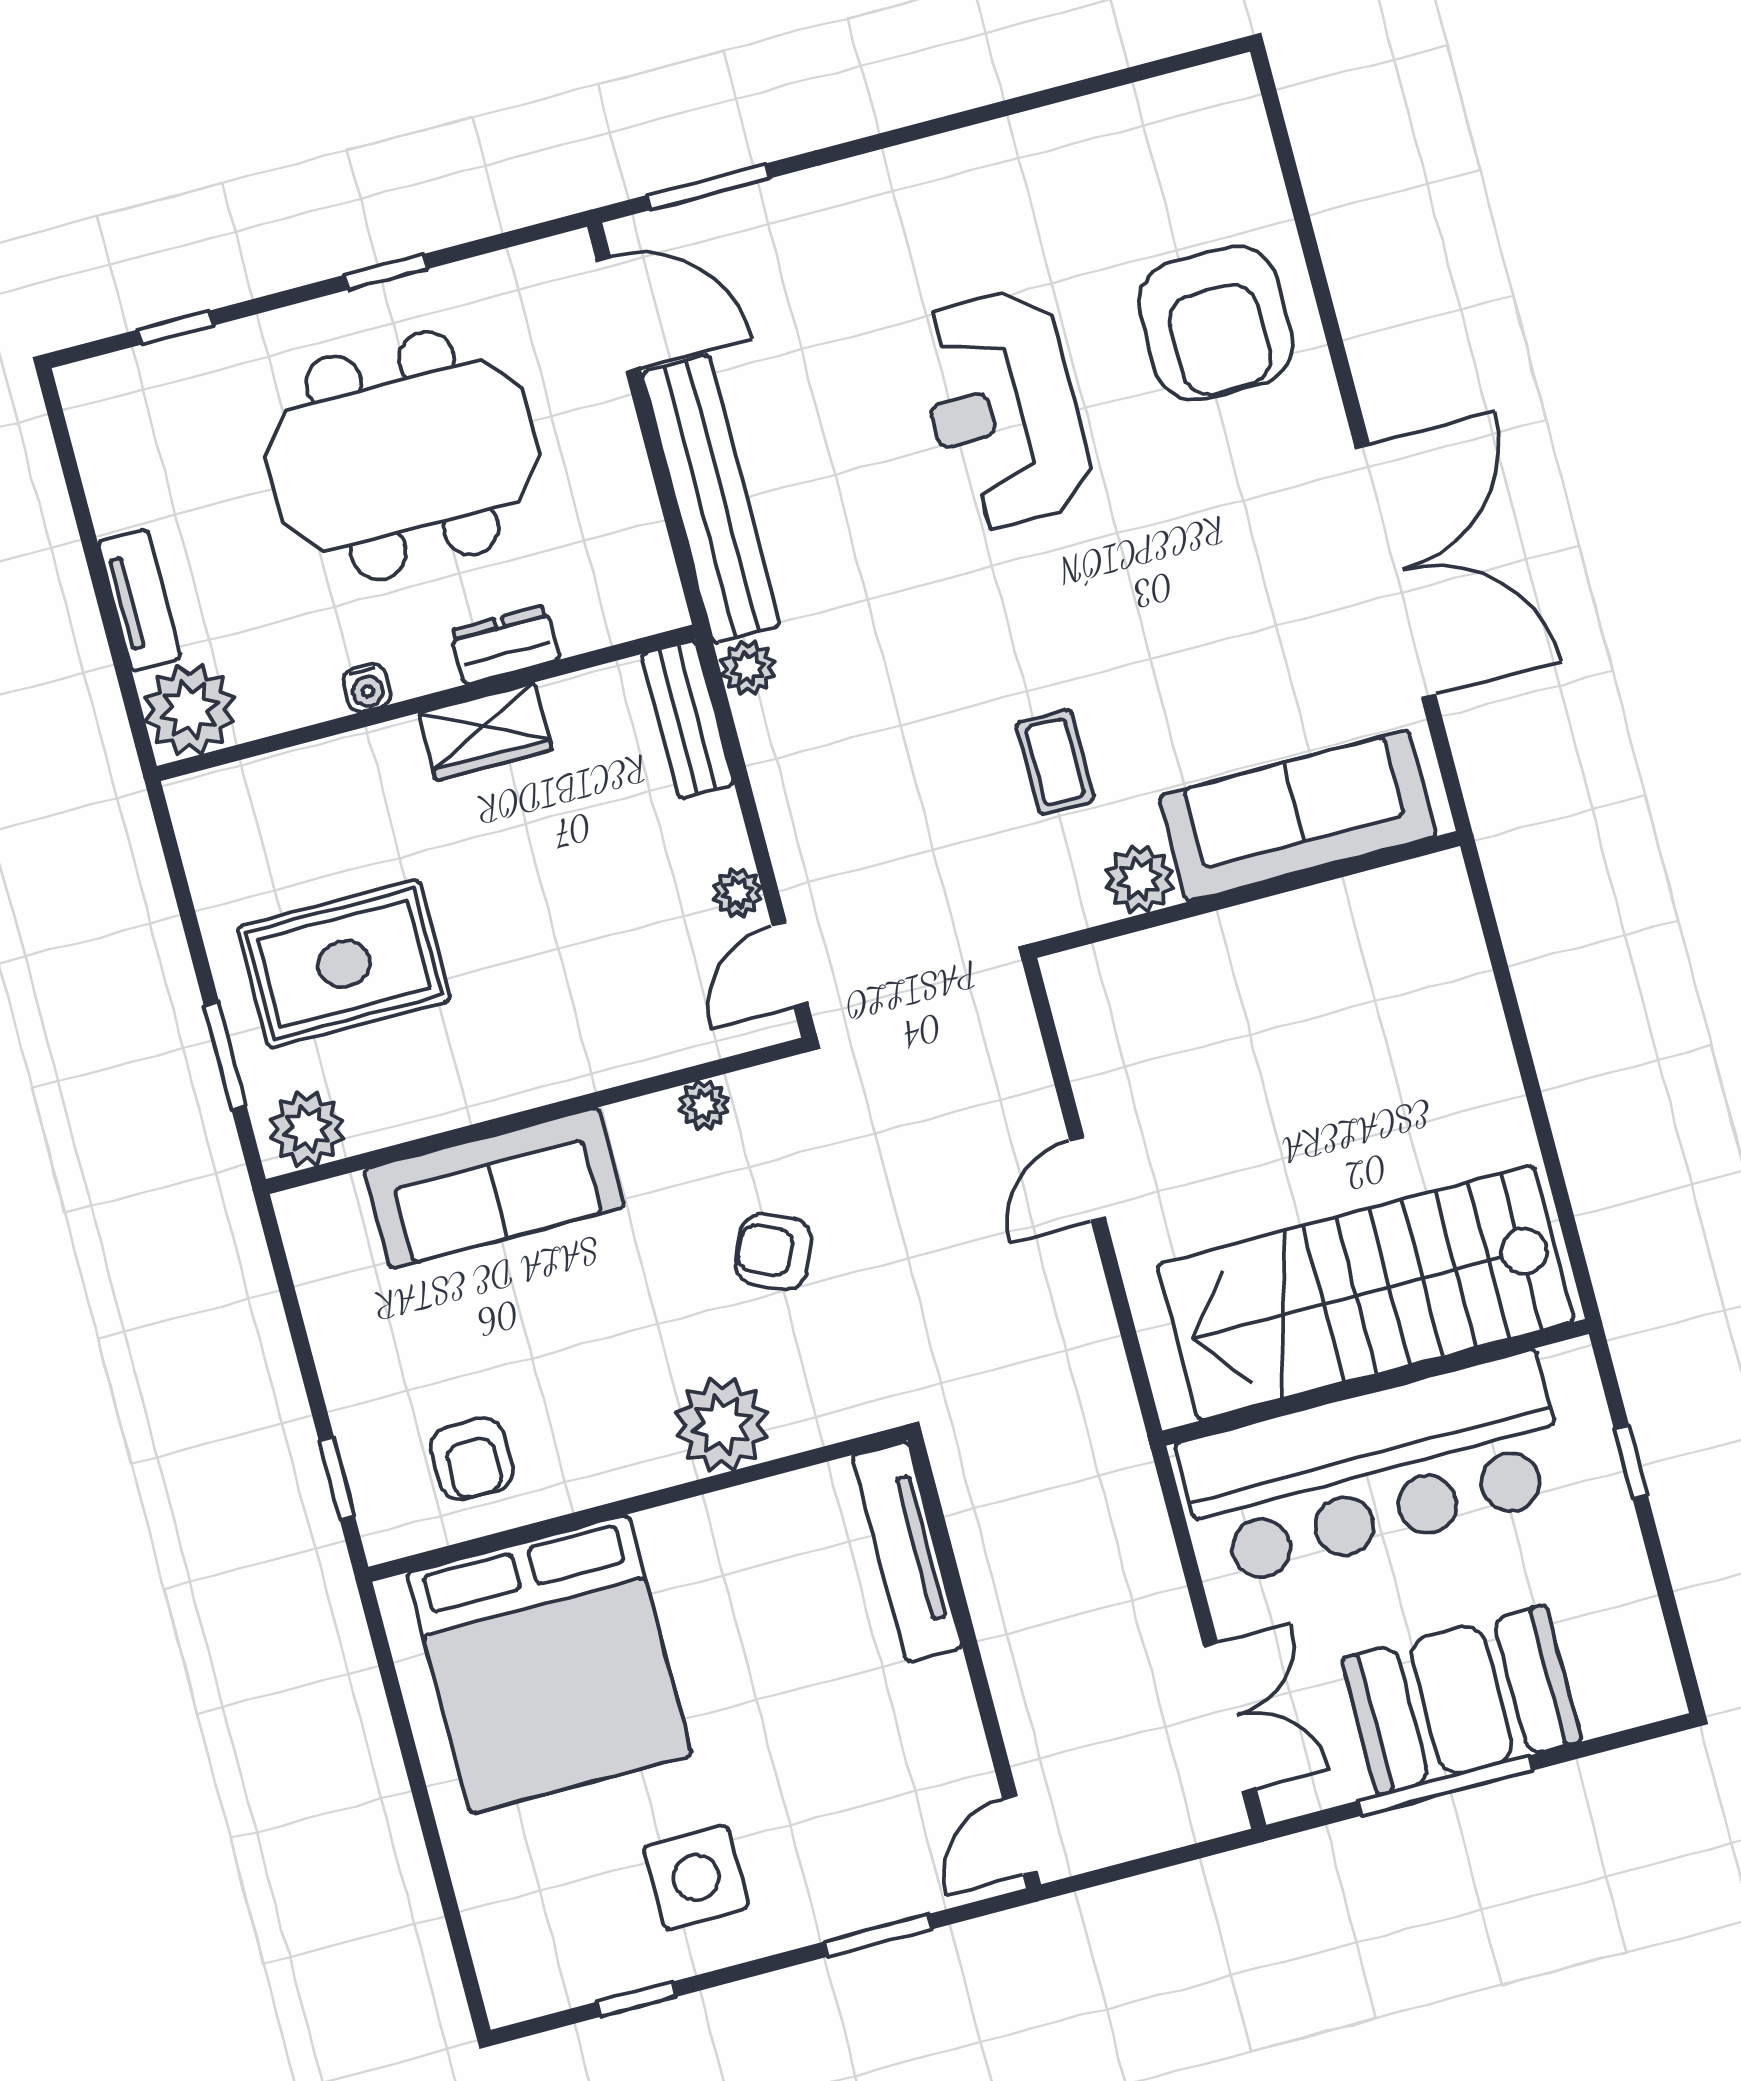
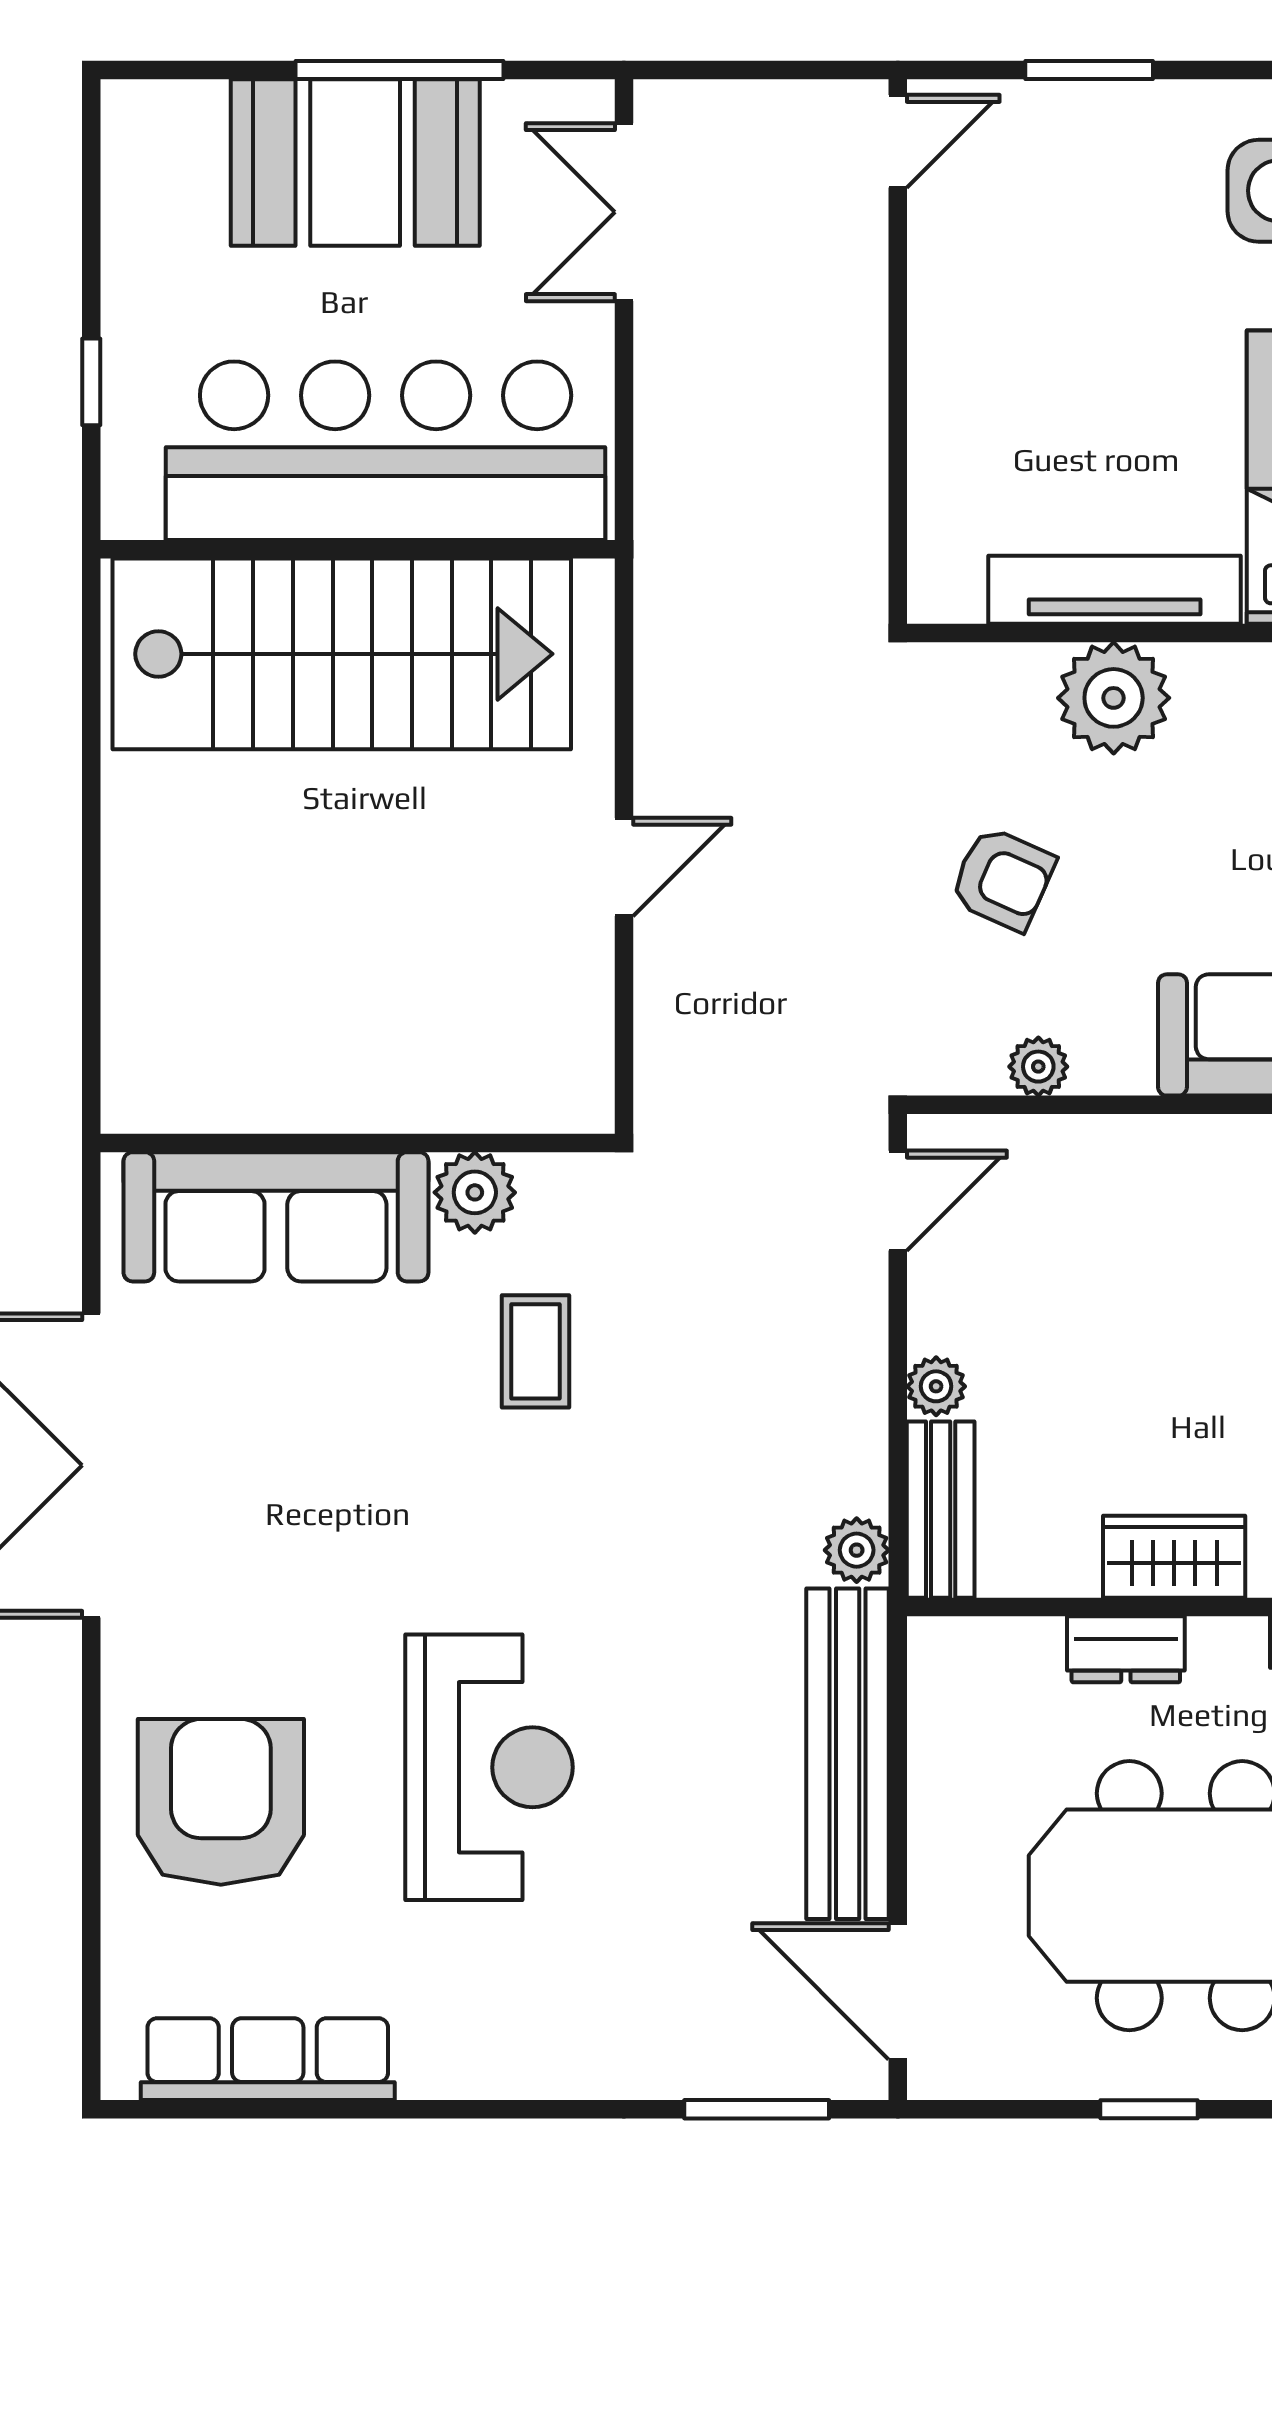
row of seats: (1121, 122) -> (268, 2059), added
plant: (737, 893) -> (936, 1386), moved
tv unit: (907, 1552) -> (1115, 590), moved, turned -90

